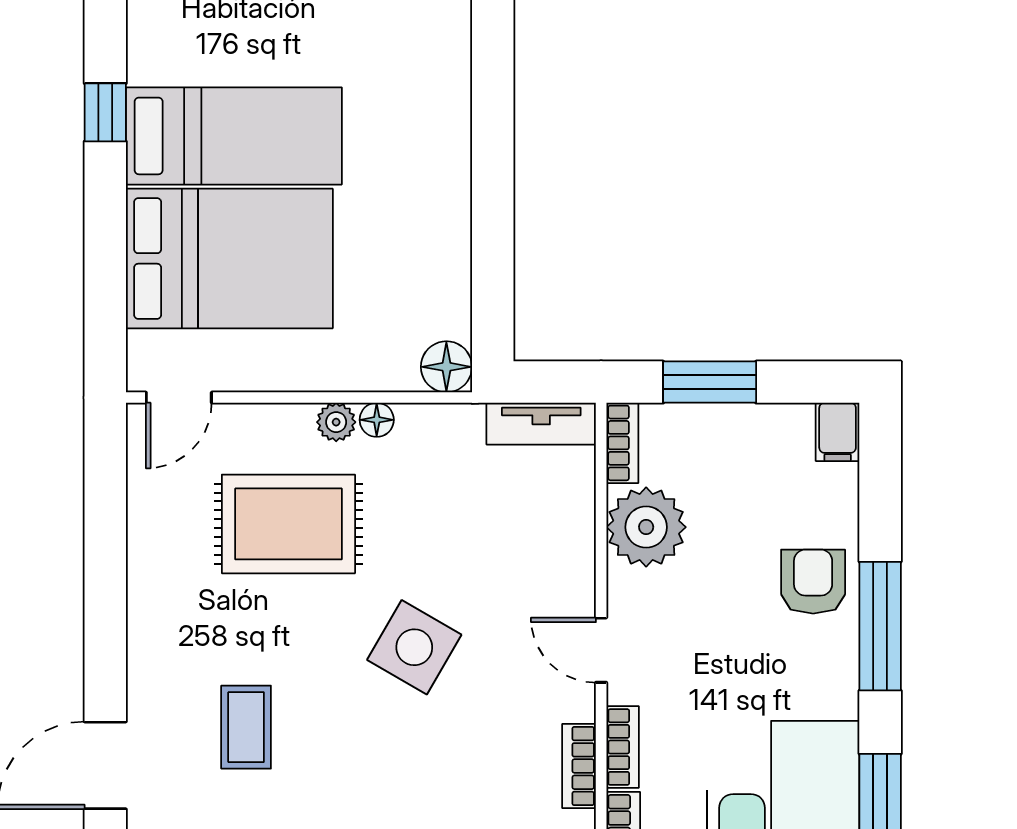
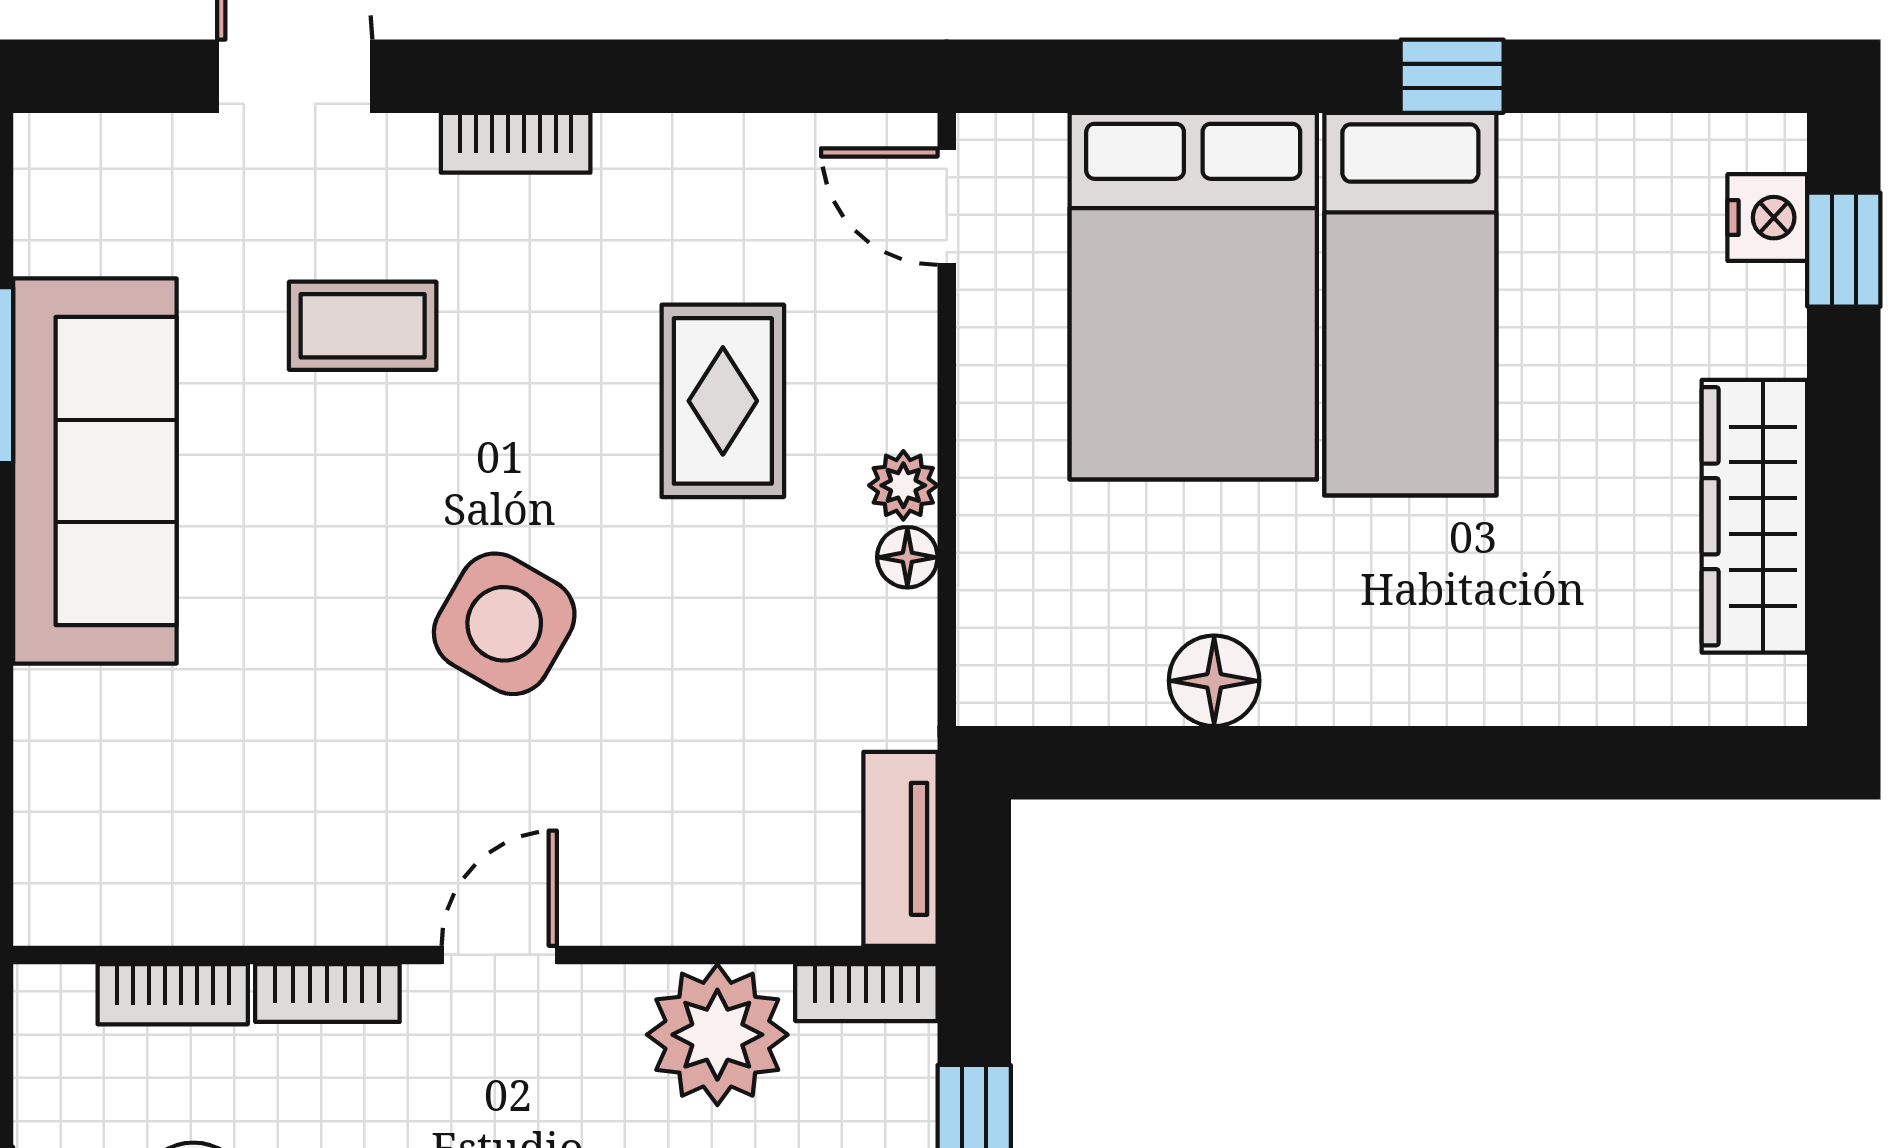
floor lamp: (446, 367) -> (1214, 681), moved
rug: (288, 524) -> (723, 401), width x0.73, depth x0.70
bookcase: (579, 766) -> (516, 143), moved, turned 180

